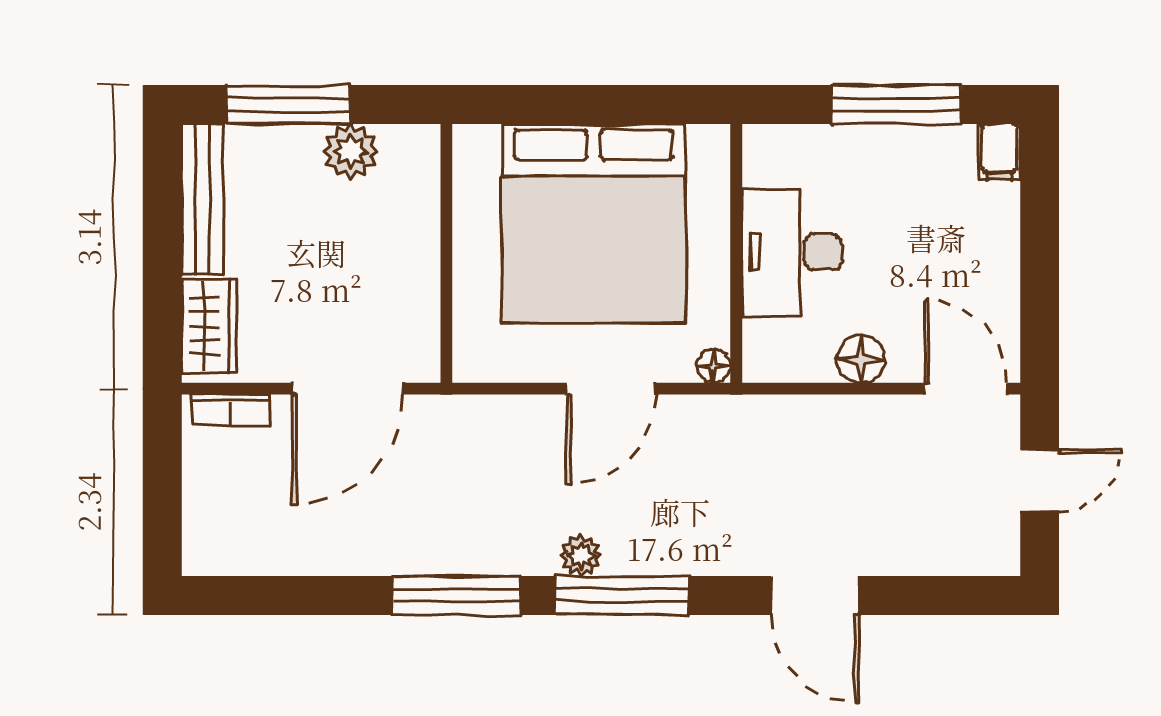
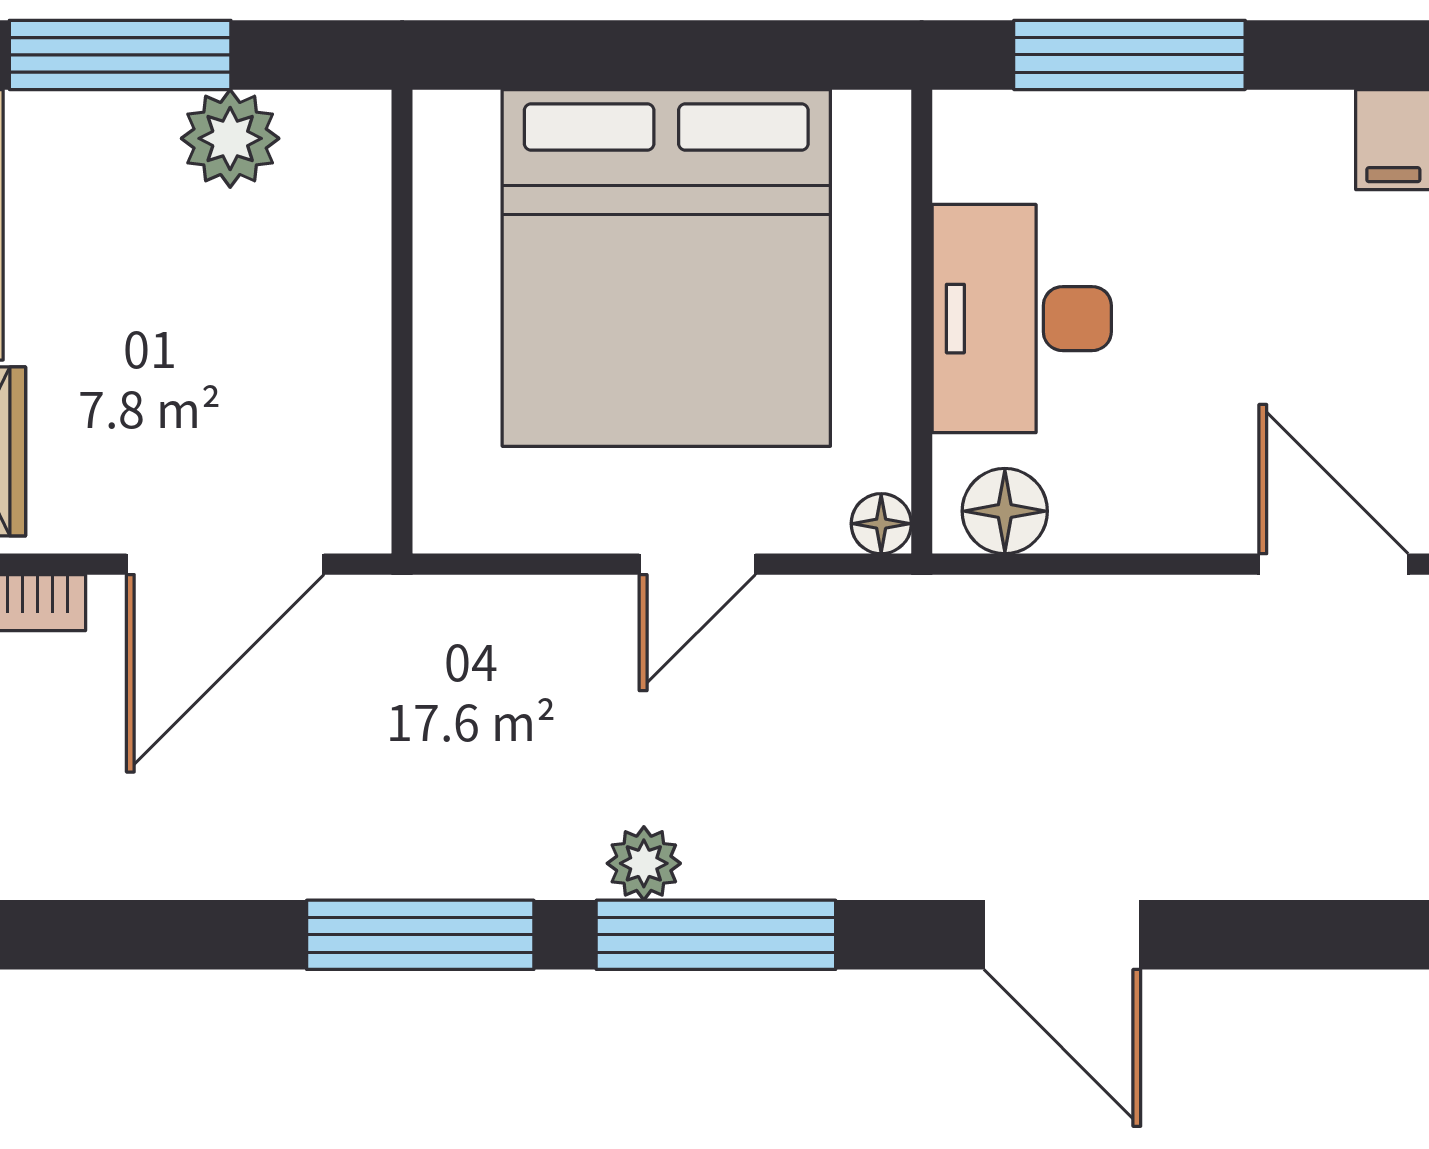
window: (897, 105) -> (1129, 55), moved
floor lamp: (861, 359) -> (1005, 511), moved
door: (611, 389) -> (697, 564), width x0.73

